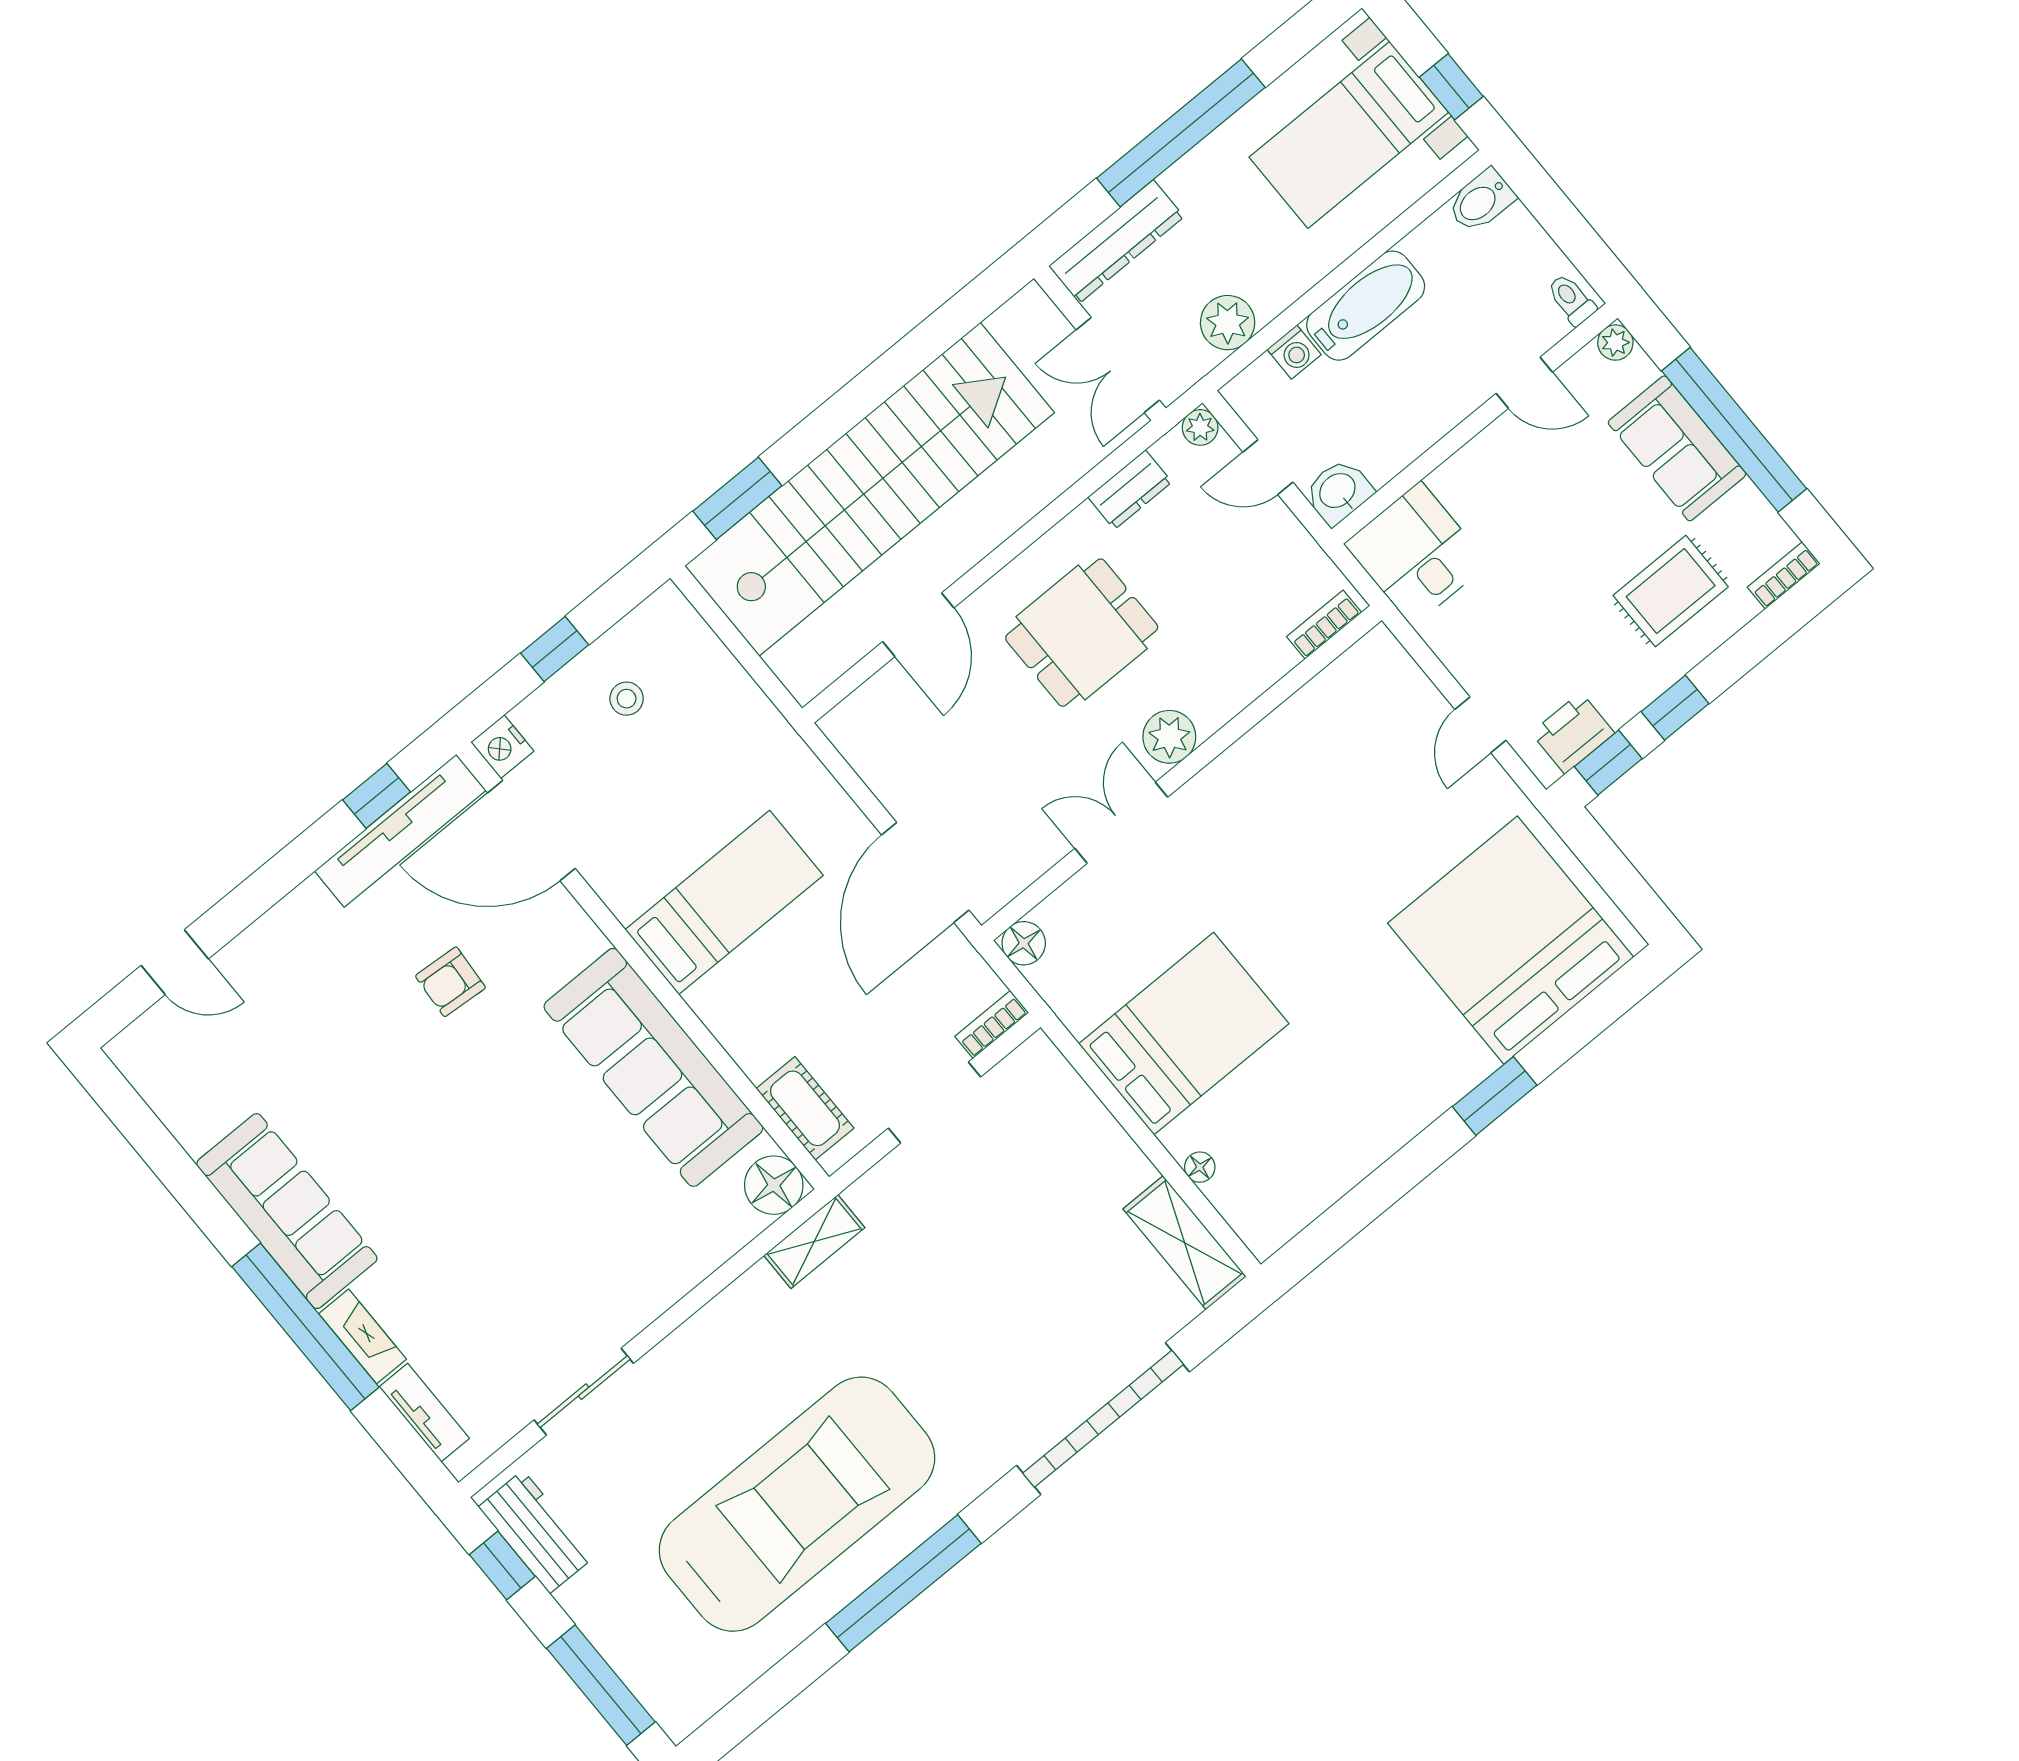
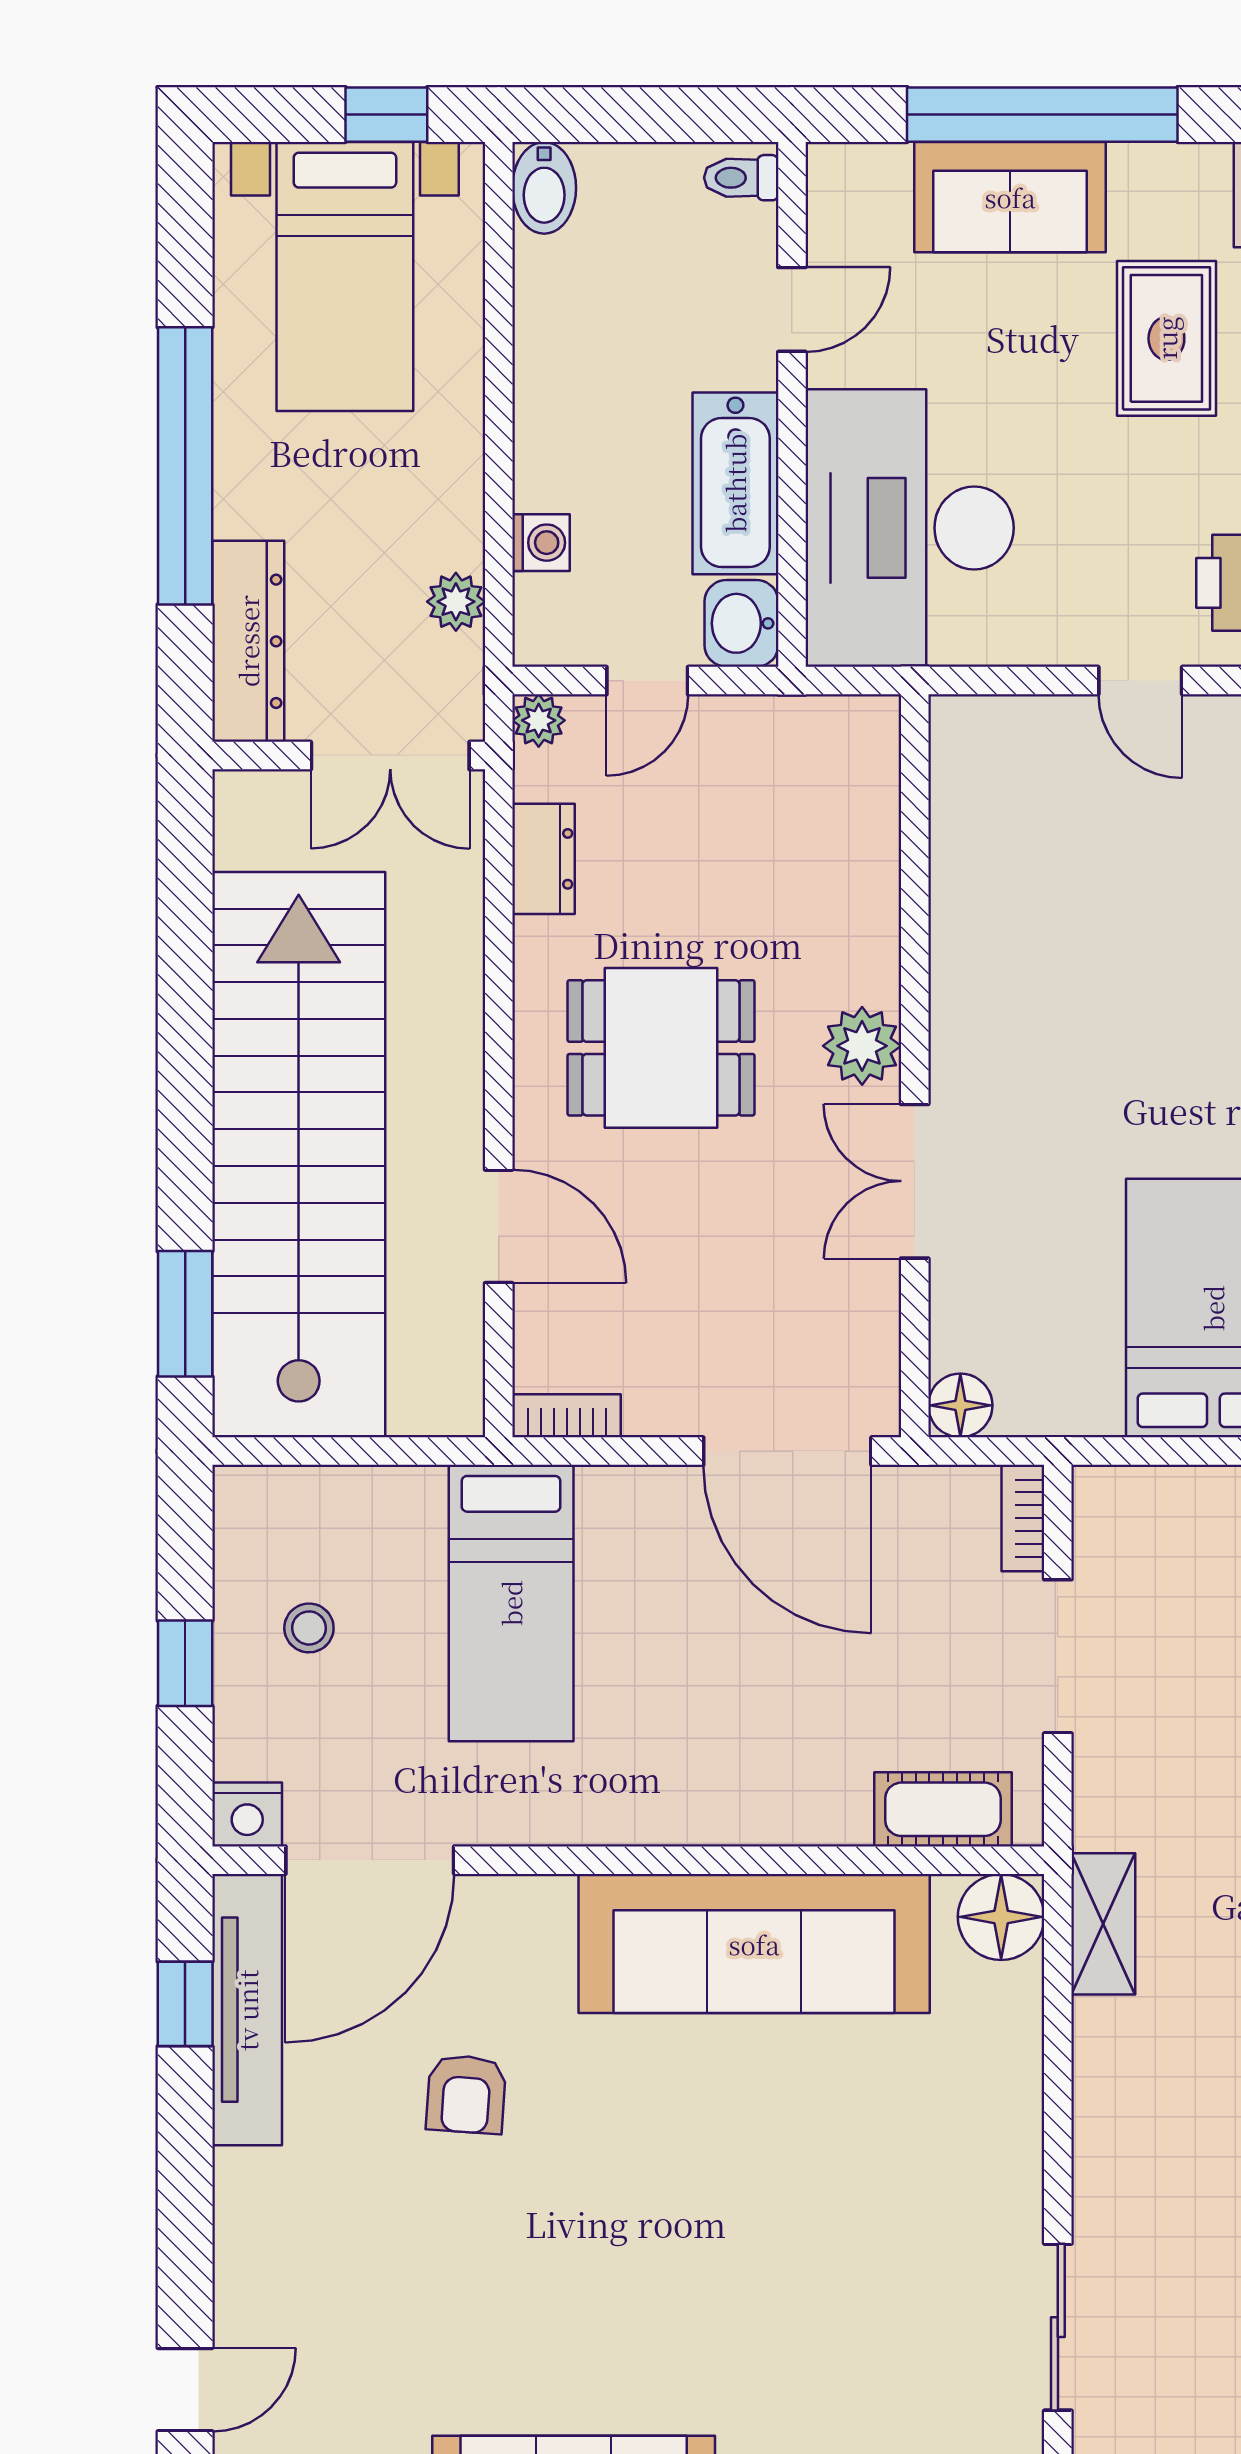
bathtub: (1366, 306) -> (735, 483), moved, turned 180
plant: (1228, 323) -> (456, 602), width x0.73, depth x0.73
plant: (1615, 343) -> (832, 168), removed
desk: (1416, 554) -> (910, 528), width x1.87, depth x1.30
bookcase: (1324, 625) -> (567, 1416), moved, turned 90
dining table: (1082, 633) -> (661, 1048), turned 90
bed: (724, 902) -> (511, 1603), moved, turned 180

